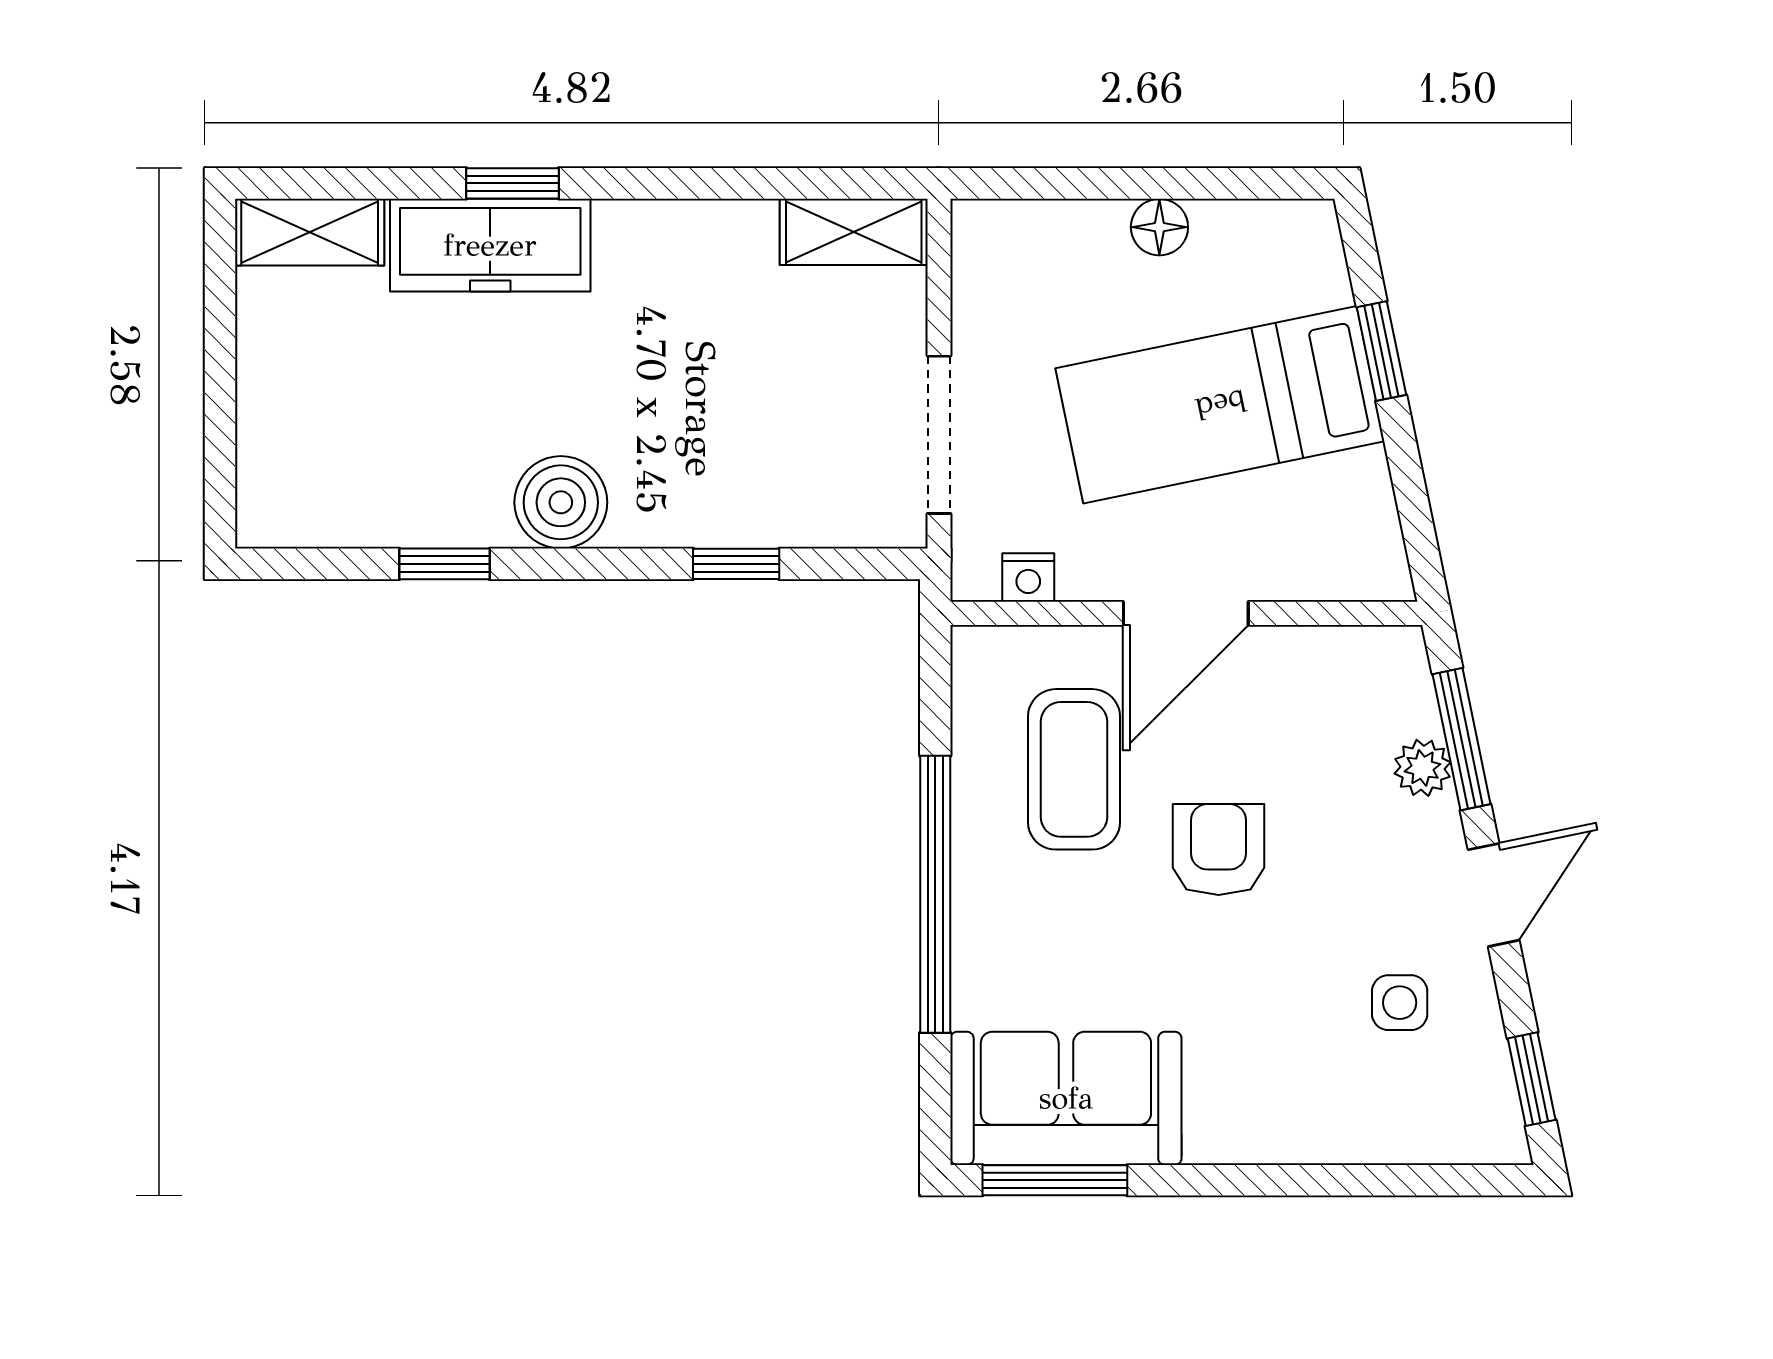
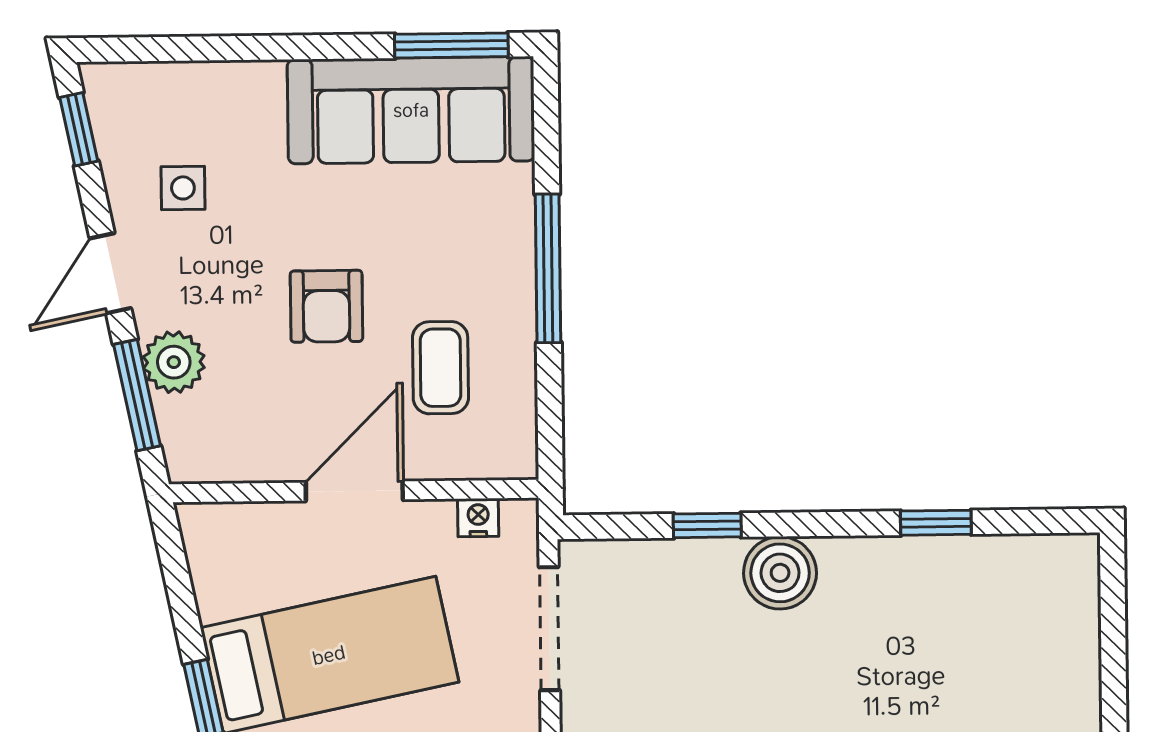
boiler: (561, 502) -> (780, 573), moved
plant: (1422, 768) -> (174, 362), width x1.38, depth x1.38
coffee table: (1074, 769) -> (440, 368), width x0.73, depth x0.77
window: (935, 894) -> (548, 268), width x0.68
sofa: (1066, 1098) -> (411, 110), width x1.36

